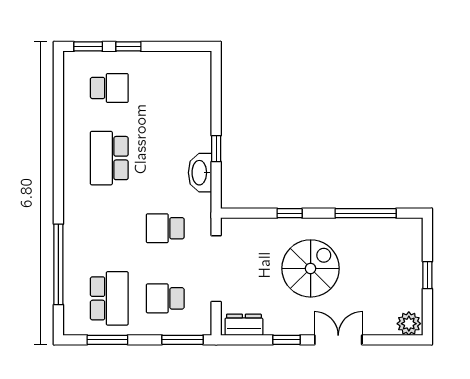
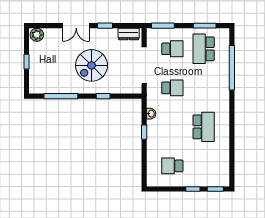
school desk: (109, 88) -> (172, 166), moved
washbasin: (200, 173) -> (151, 114), width x0.52, depth x0.69

